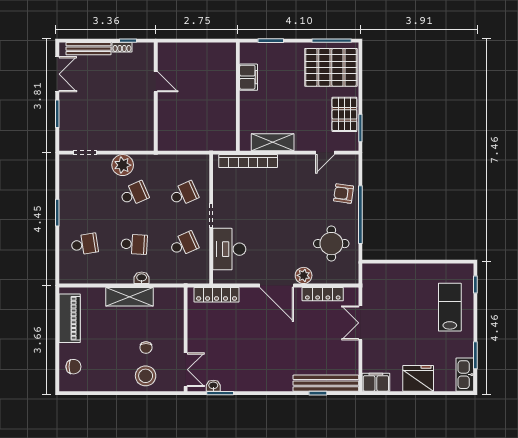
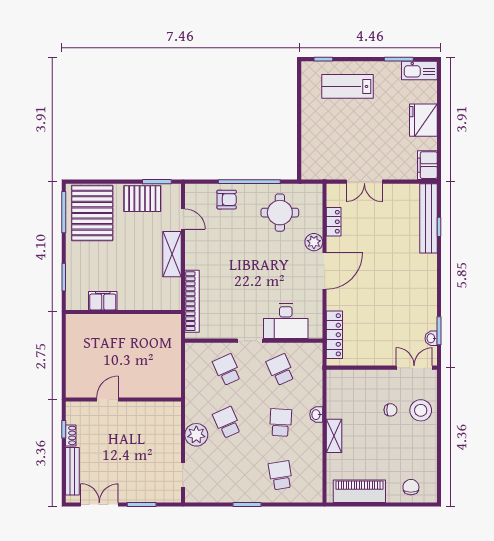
shelving: (273, 142) -> (172, 254), moved
armchair: (344, 194) -> (227, 200), turned -98
locker: (323, 294) -> (334, 222), width x0.66
shelving: (130, 297) -> (334, 436), width x0.67, depth x0.75

